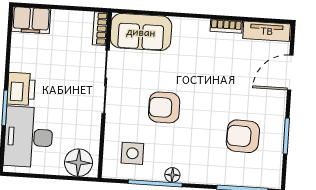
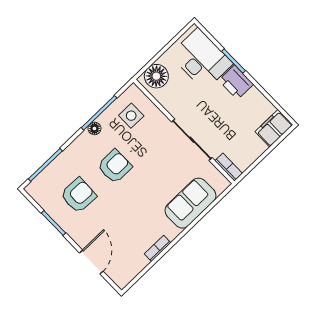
tv unit: (267, 31) -> (131, 271), removed
sofa: (141, 32) -> (190, 203), moved
armchair: (164, 107) -> (115, 166), moved

